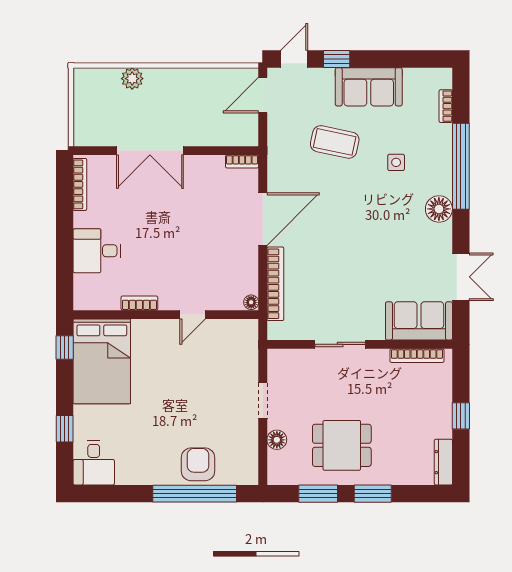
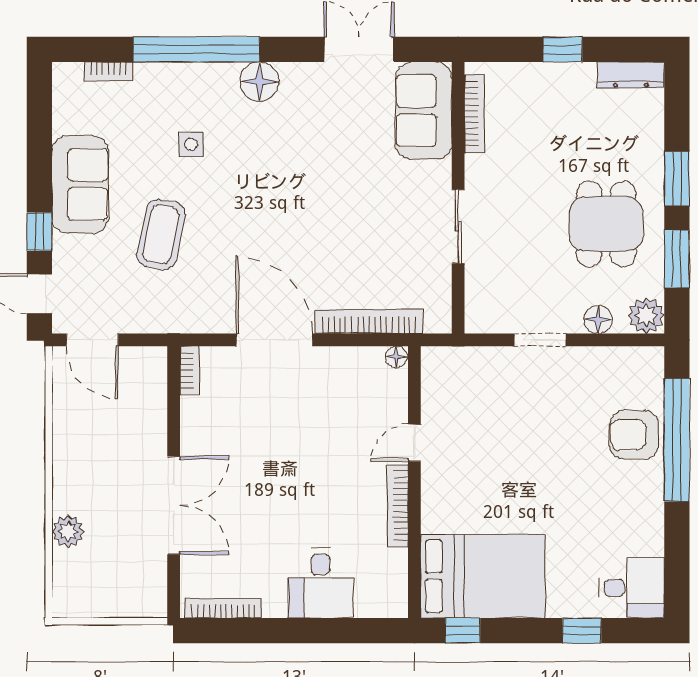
bookcase: (139, 303) -> (397, 506), width x1.56
door: (193, 315) -> (414, 443), swing flipped
plant: (279, 473) -> (646, 315), added

